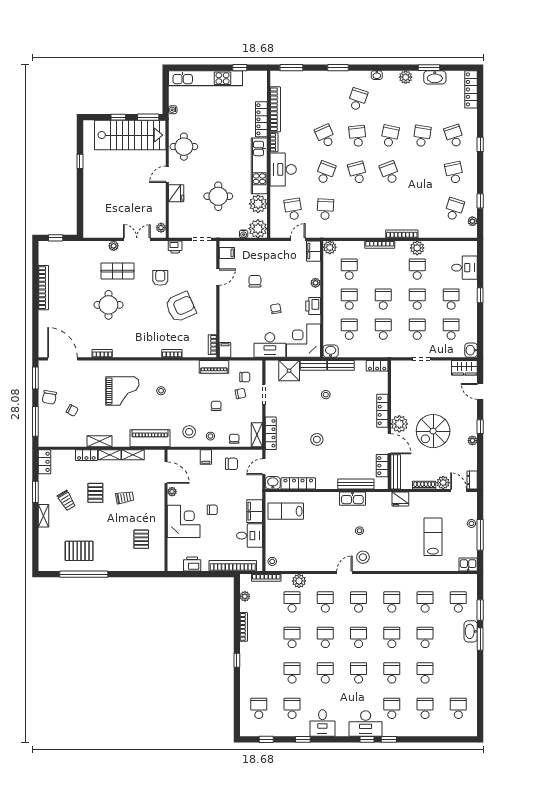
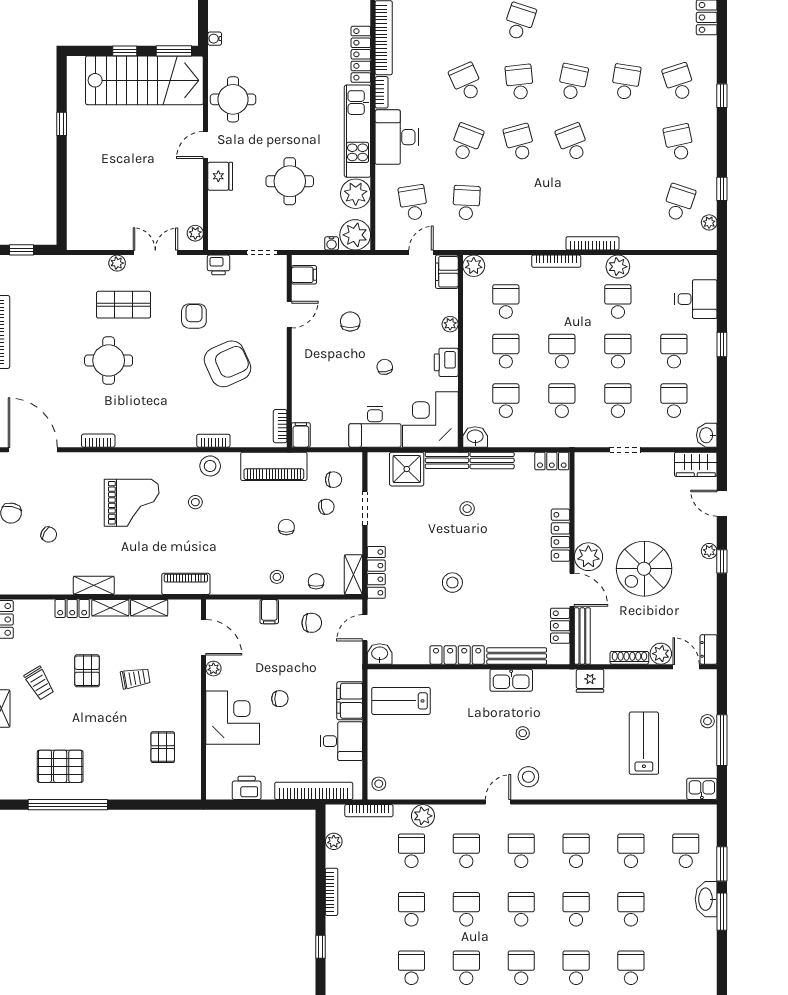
piano: (214, 367) -> (274, 466), width x1.37, depth x1.33
stool: (189, 432) -> (210, 466), moved
piano: (150, 438) -> (186, 584), width x0.73, depth x0.75
plant: (472, 441) -> (709, 551), moved
locker: (298, 483) -> (457, 655), moved

